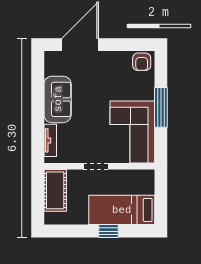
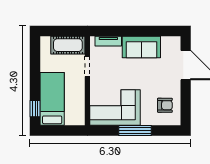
armchair: (142, 62) -> (165, 105), moved, turned 180
doorway: (96, 166) -> (87, 66), moved
window: (108, 231) -> (35, 109), moved

